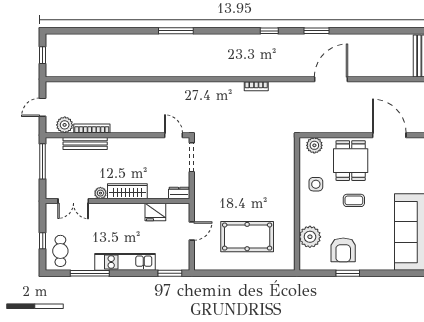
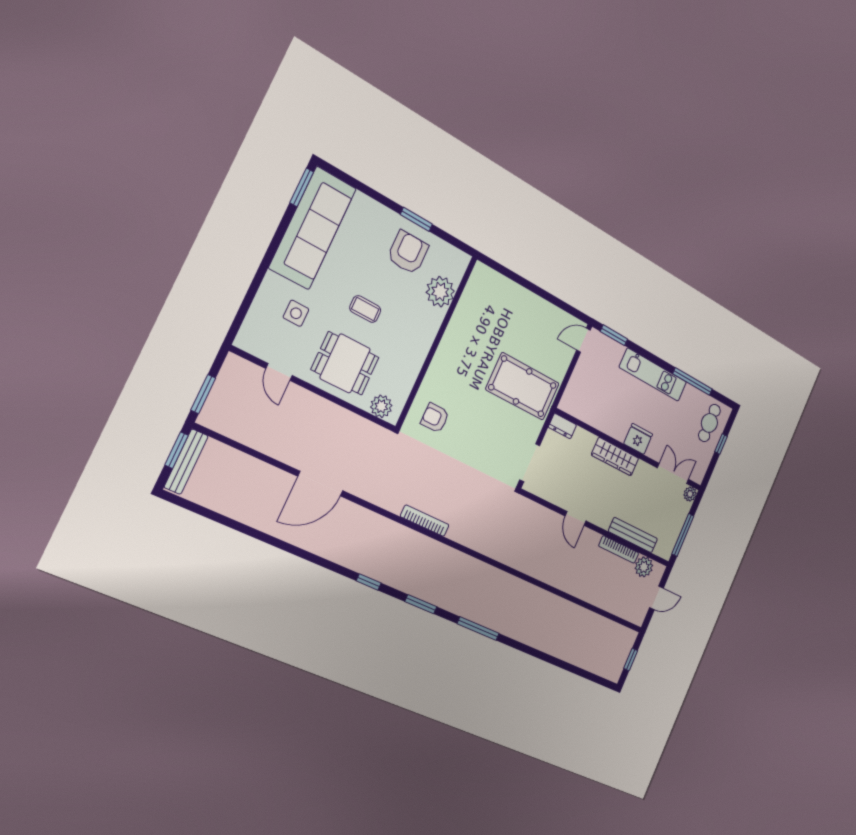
window: (317, 31) -> (421, 604), moved
bookcase: (256, 86) -> (425, 521), width x1.56
door: (174, 135) -> (575, 518), moved
door: (389, 135) -> (279, 372), width x0.53
armchair: (275, 155) -> (435, 418), added
dining table: (351, 161) -> (345, 363), turned 90
side table: (316, 184) -> (296, 313), moved
plant: (100, 193) -> (690, 494), moved
fridge: (155, 212) -> (638, 439), moved
door: (192, 231) -> (583, 340), moved
pool table: (247, 237) -> (523, 386), moved

